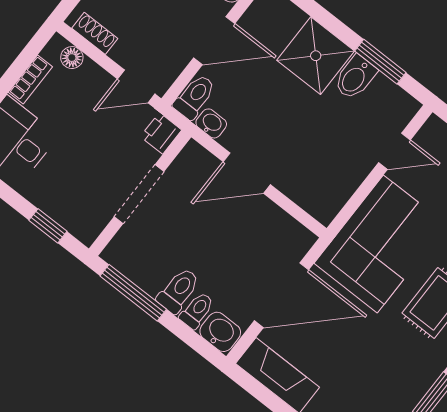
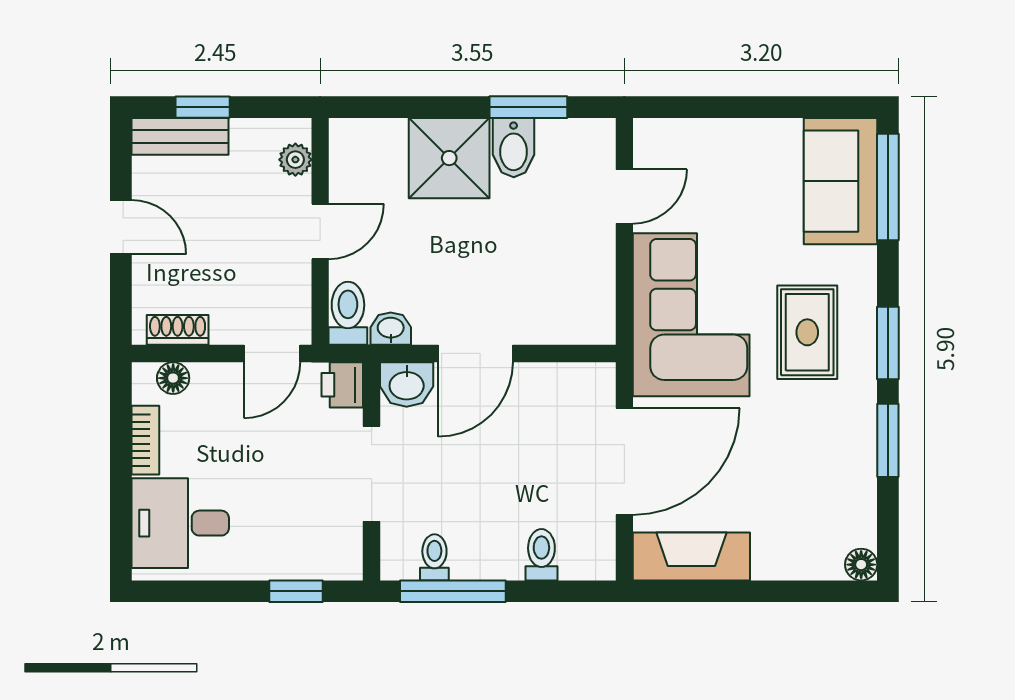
door: (214, 41) -> (320, 232), width x0.73
toilet: (178, 291) -> (434, 557), moved, width x0.73, depth x0.72
washbasin: (220, 332) -> (407, 384), moved, turned 180

